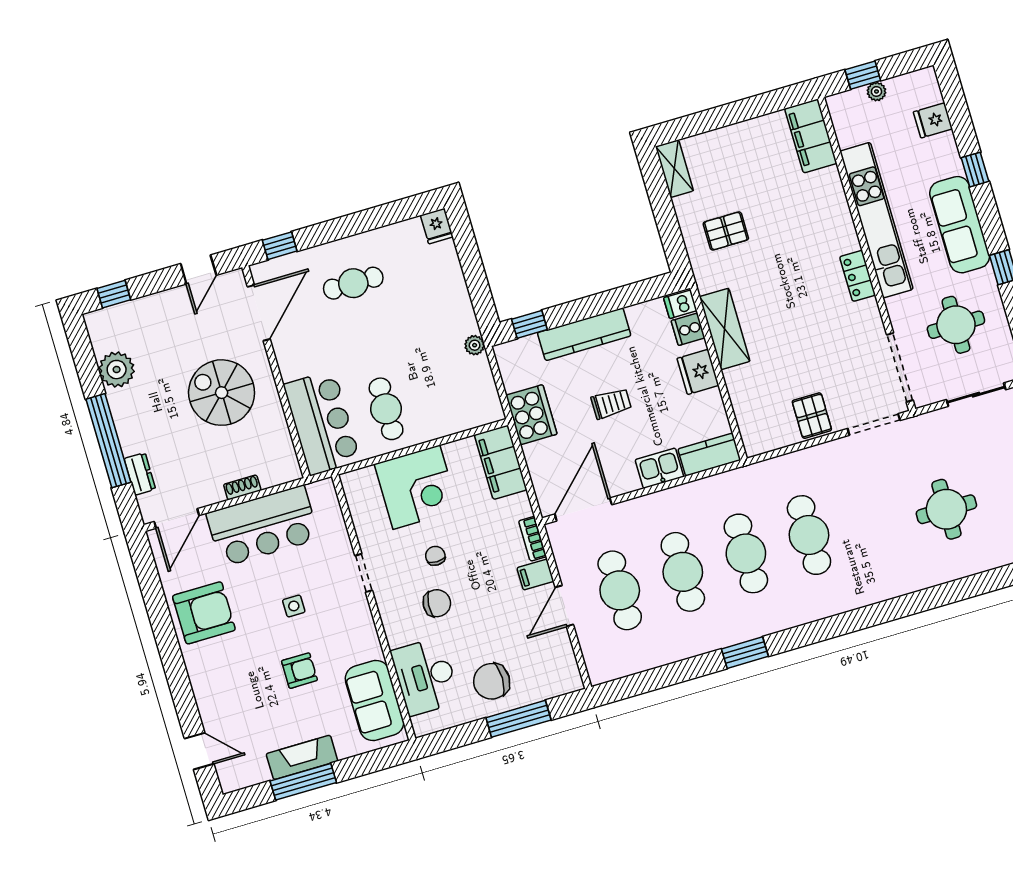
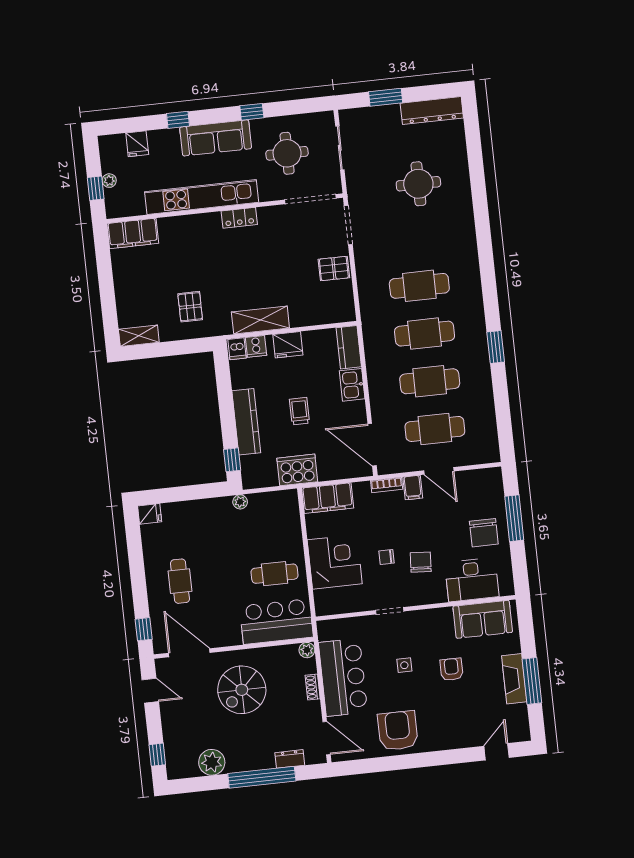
plant: (291, 471) -> (307, 650), added

